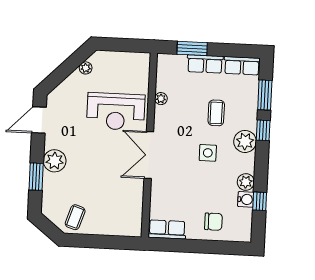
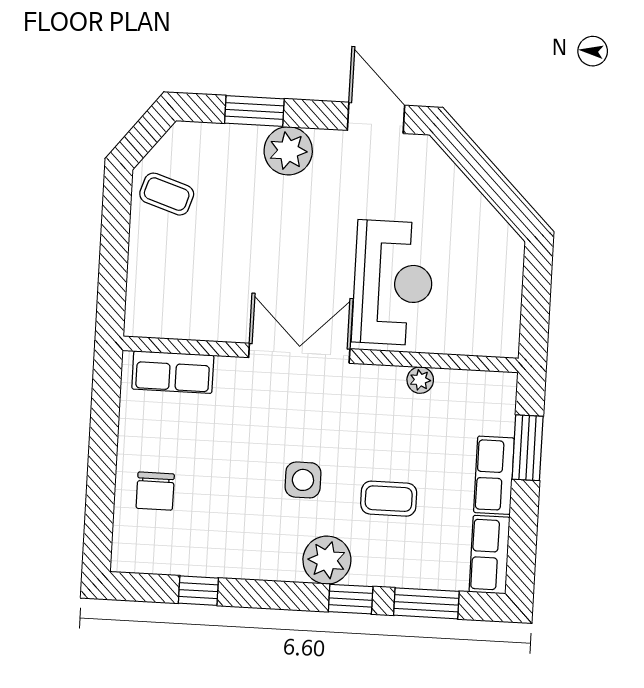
plant: (86, 68) -> (487, 219), removed
reception desk: (116, 112) -> (393, 283), turned 180
plant: (246, 182) -> (240, 561), removed
water cooler: (246, 199) -> (202, 561), removed
row of seats: (167, 229) -> (173, 372), moved, turned 90

